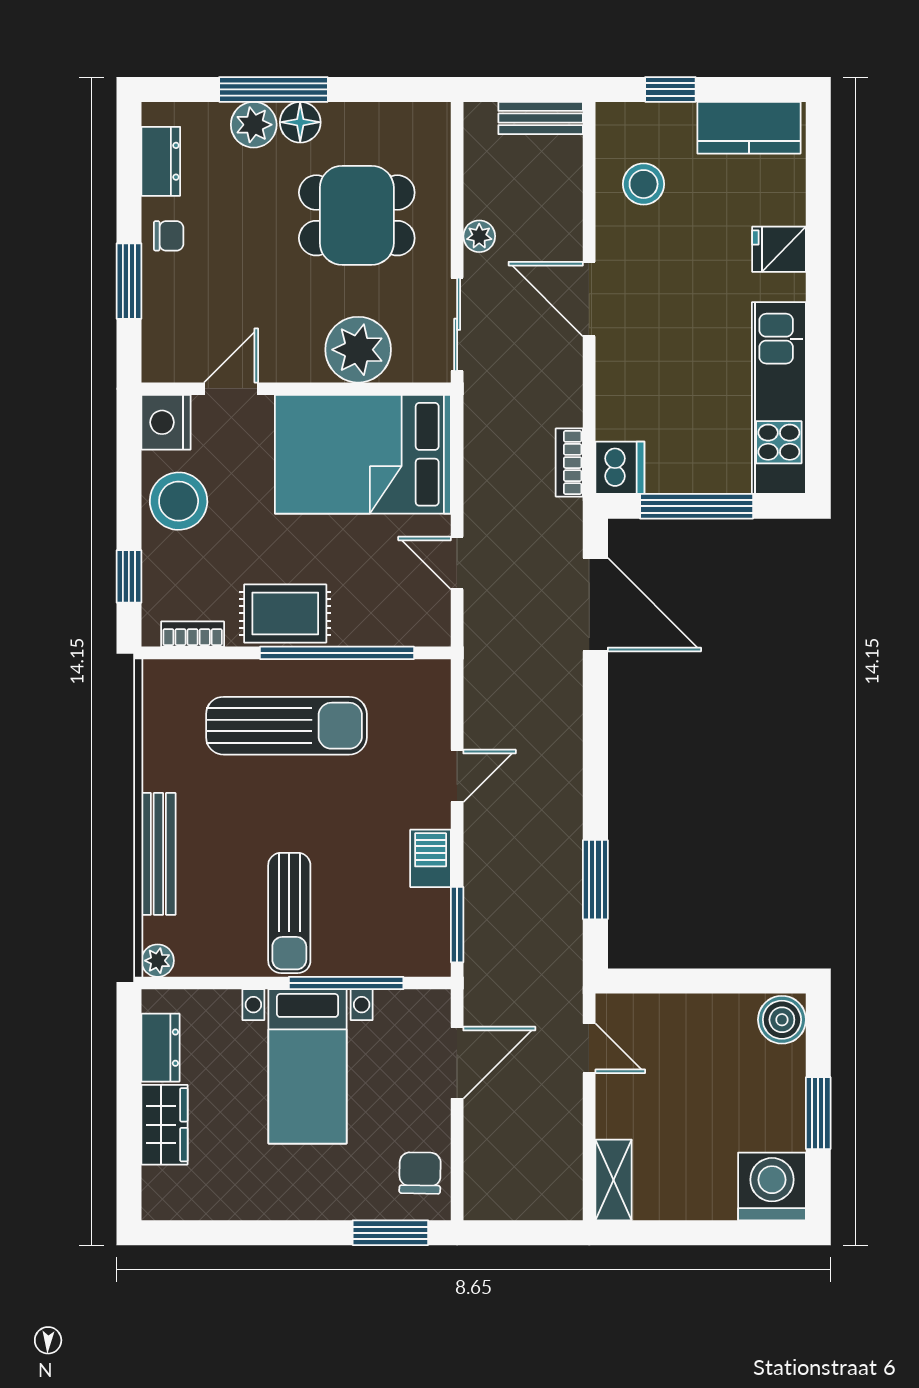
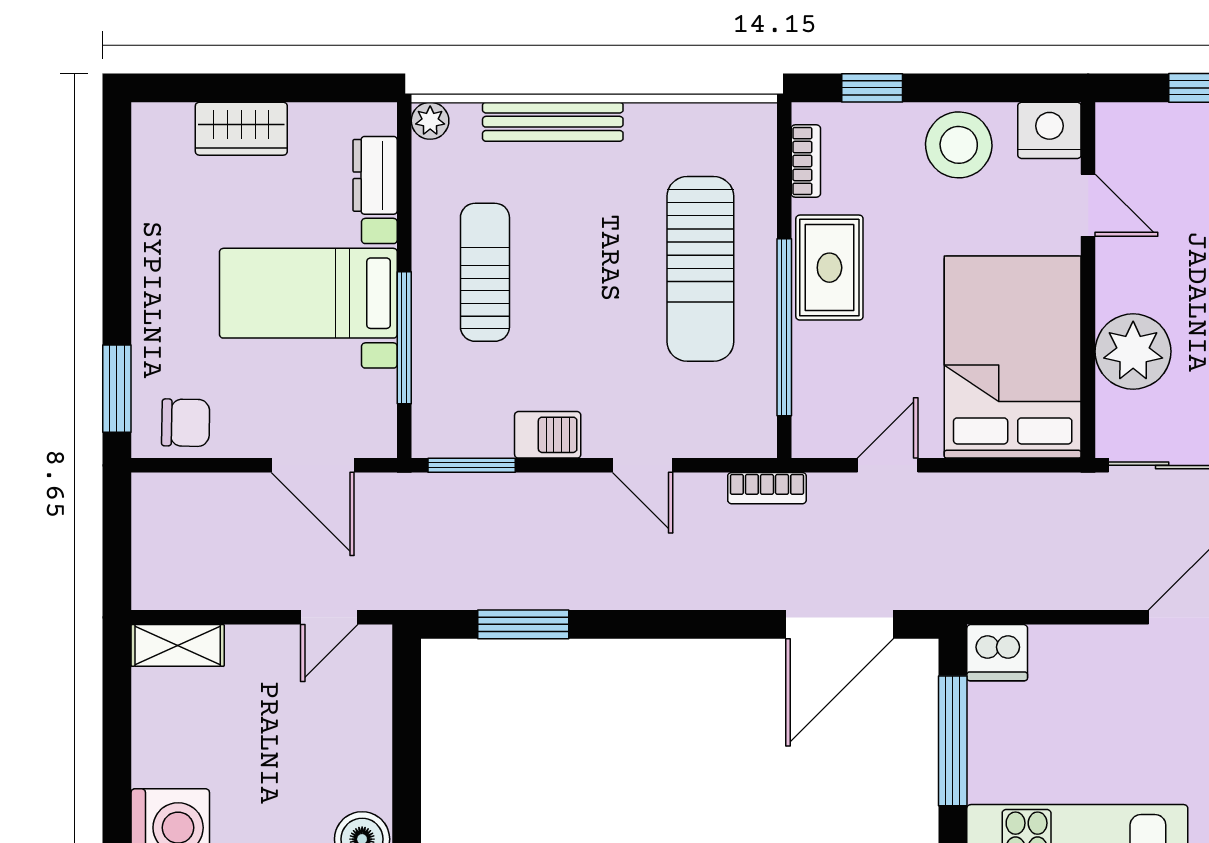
bookcase: (569, 463) -> (767, 488), moved, turned 180
sun lounger: (289, 913) -> (485, 272), turned 90
dresser: (160, 1048) -> (375, 175), moved, turned 90

